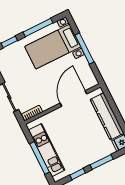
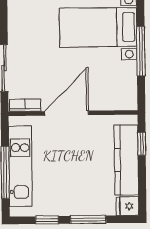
door: (73, 98) -> (67, 113), moved
window: (111, 102) -> (142, 144), added

